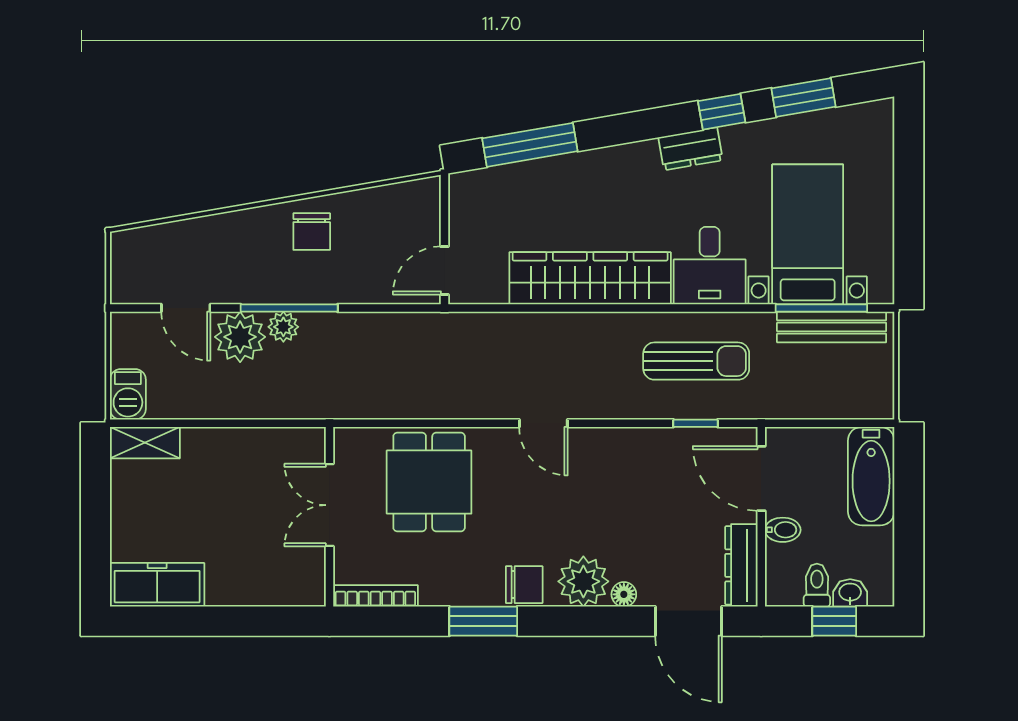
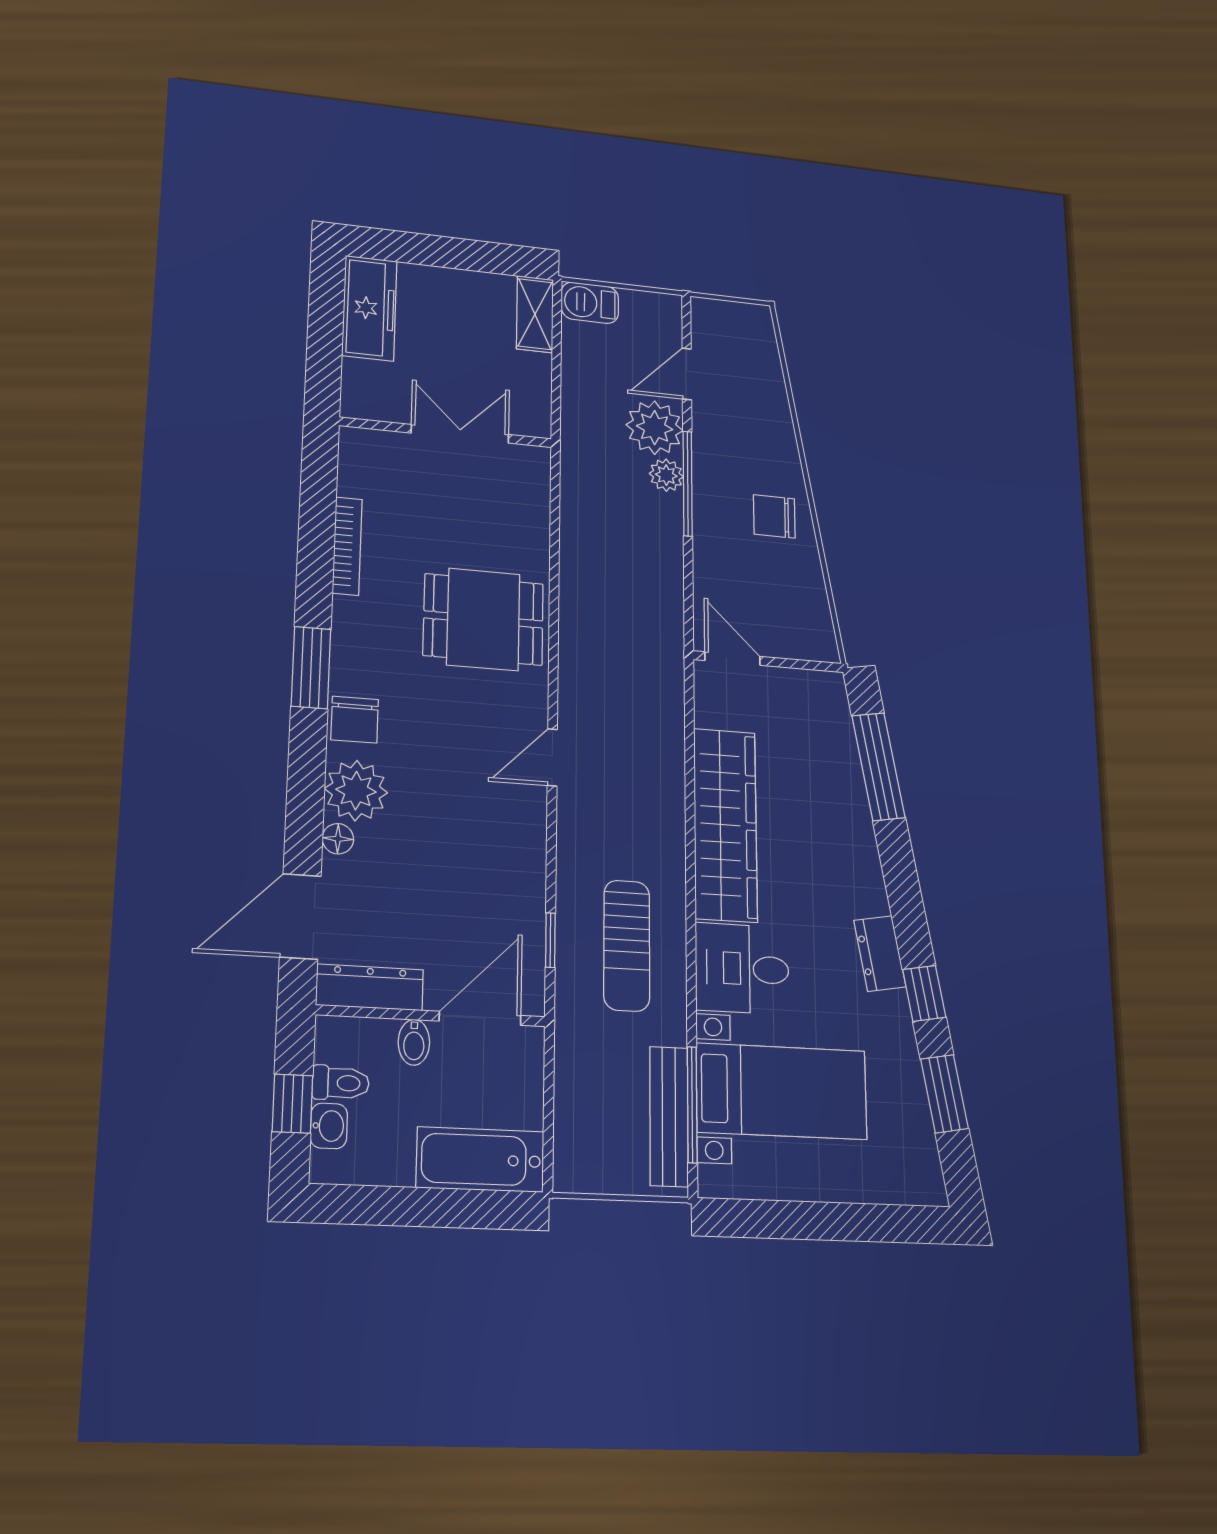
double door: (329, 505) -> (460, 434), moved
wall: (329, 517) -> (446, 432), moved

